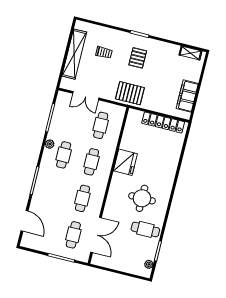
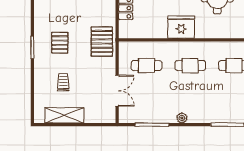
shelving: (74, 54) -> (64, 115), width x0.68
pallet: (138, 58) -> (60, 43), turned 90
cafe table: (64, 155) -> (190, 99), removed

